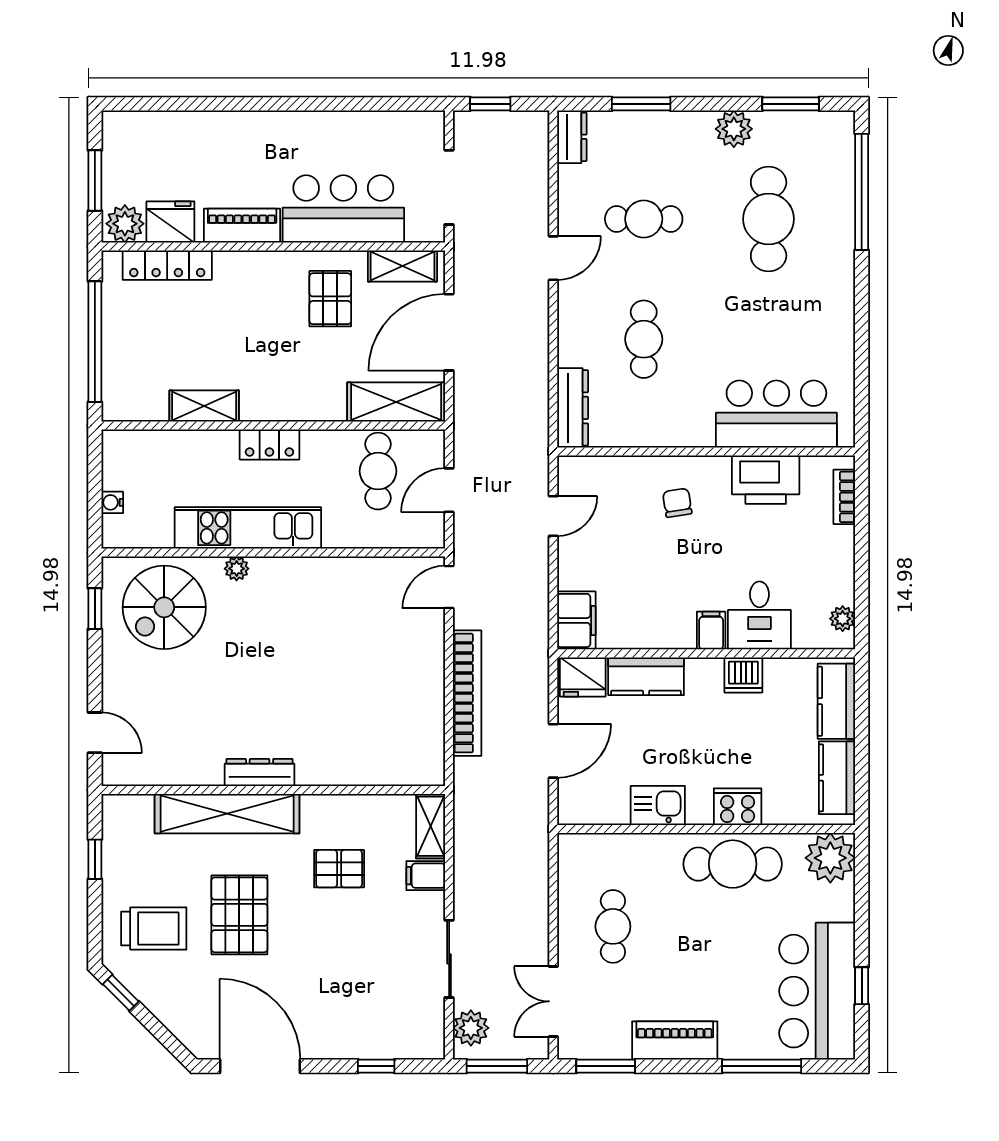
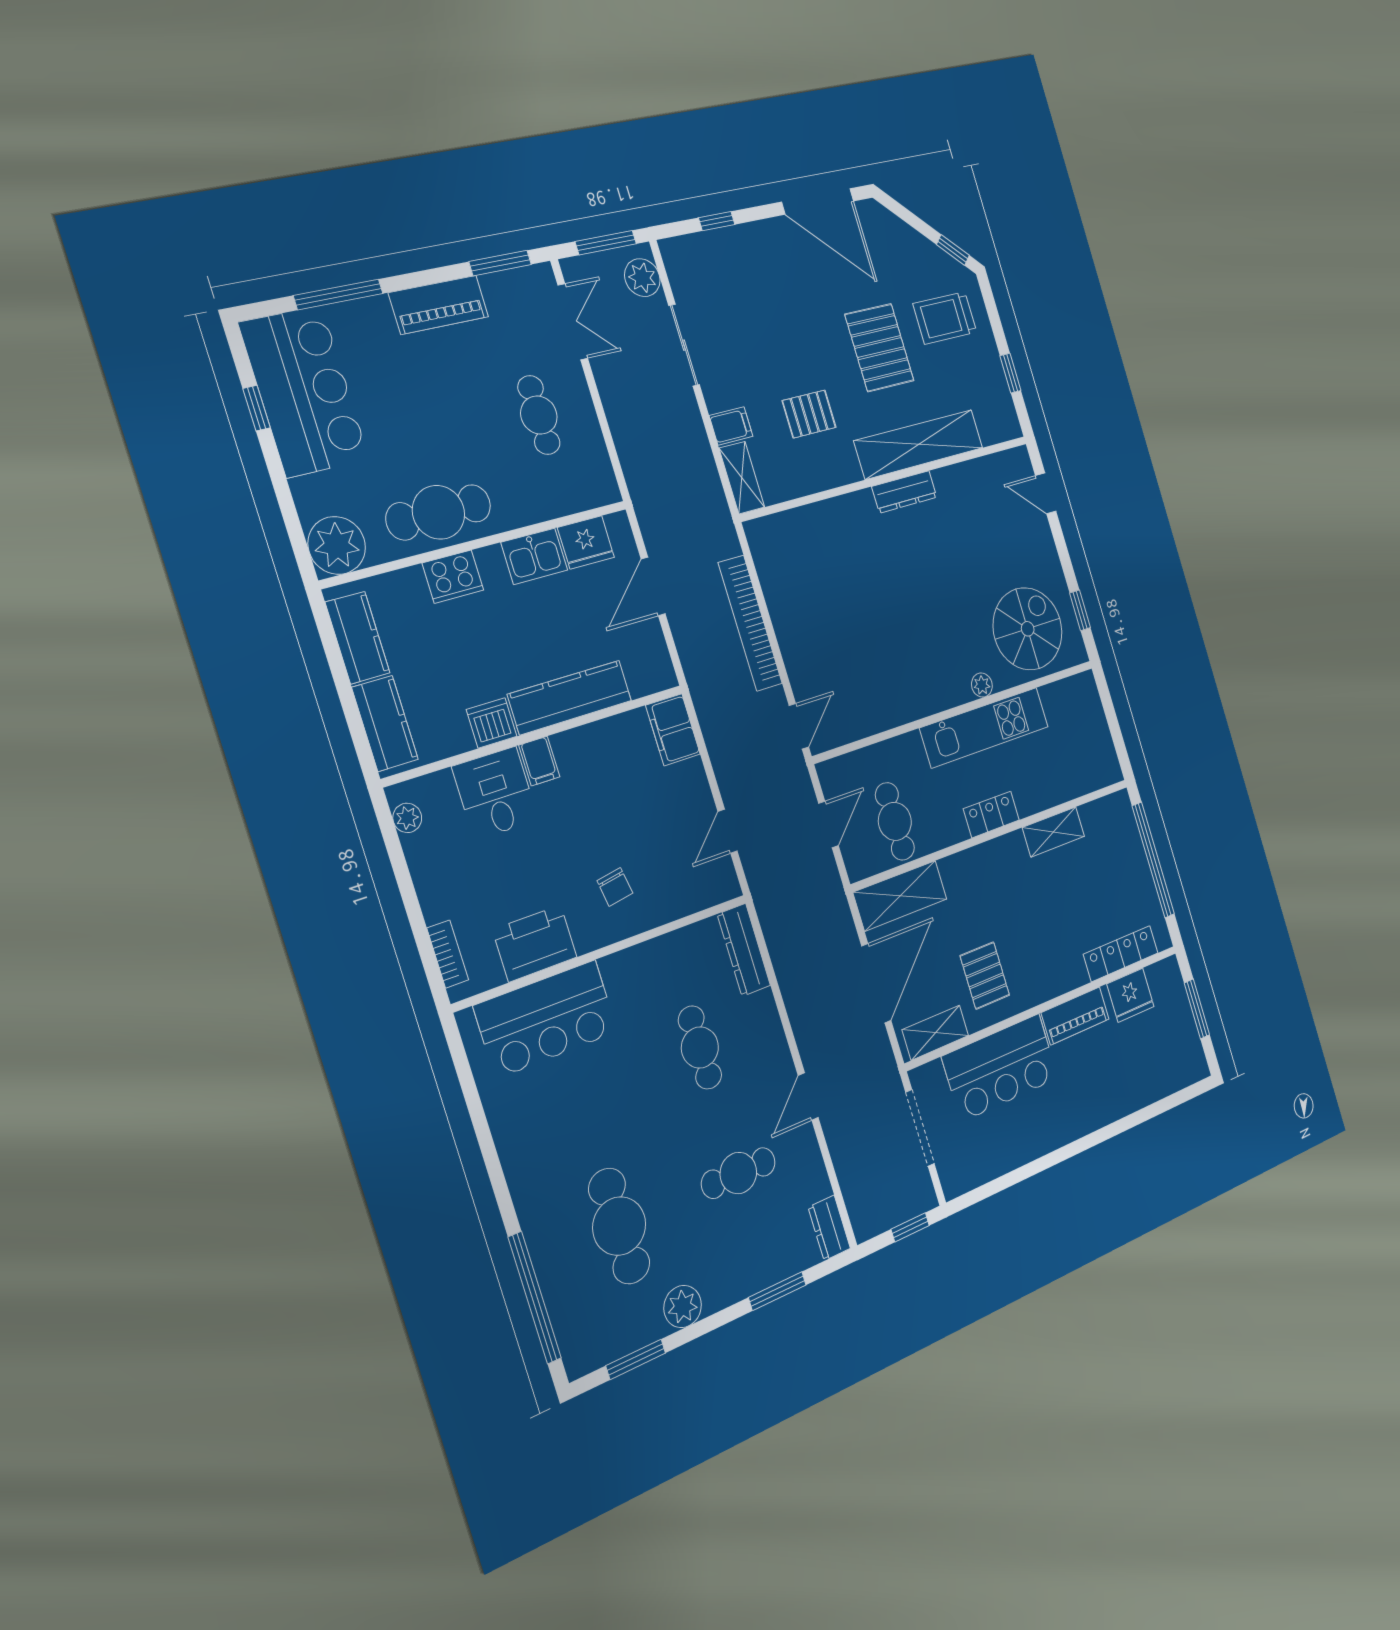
plant: (125, 224) -> (1163, 979), removed
water cooler: (112, 502) -> (1096, 715), removed
kitchen counter: (646, 676) -> (570, 697), width x1.50
fridge: (583, 677) -> (586, 542), moved, turned 180

